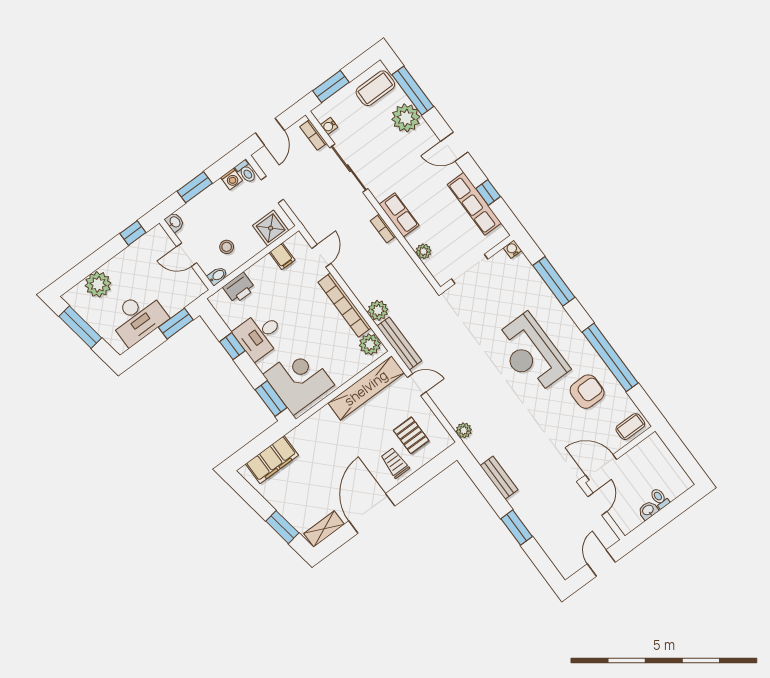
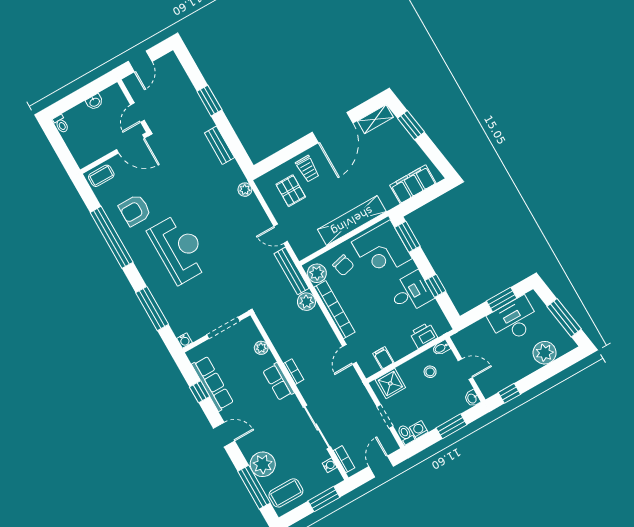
window: (176, 324) -> (502, 300), moved
chair: (341, 357) -> (343, 265), added
shelving: (366, 388) -> (352, 221), moved
toilet: (660, 498) -> (61, 124), moved

